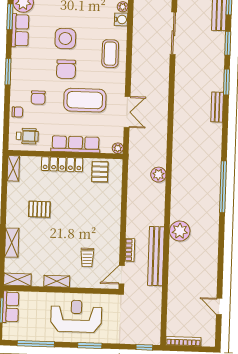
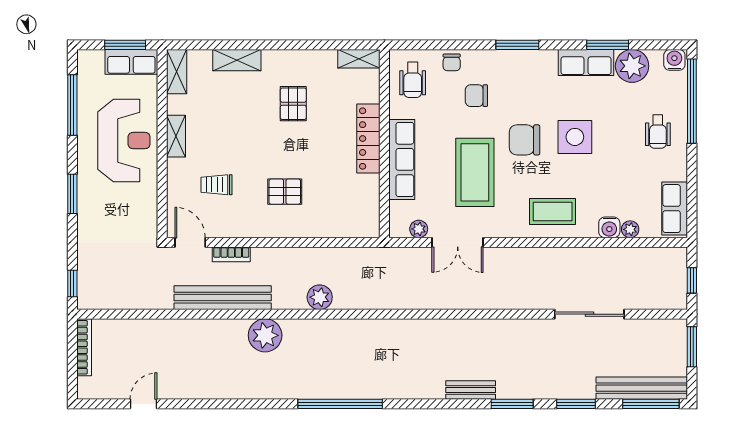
plant: (118, 148) -> (419, 229), moved
pallet: (100, 172) -> (285, 192), moved
plant: (158, 175) -> (320, 297), moved
reception desk: (76, 316) -> (124, 141), moved

